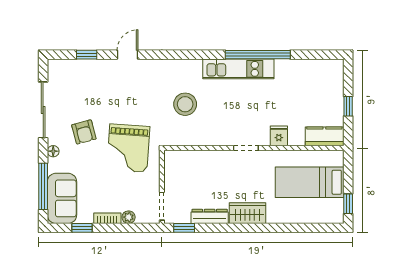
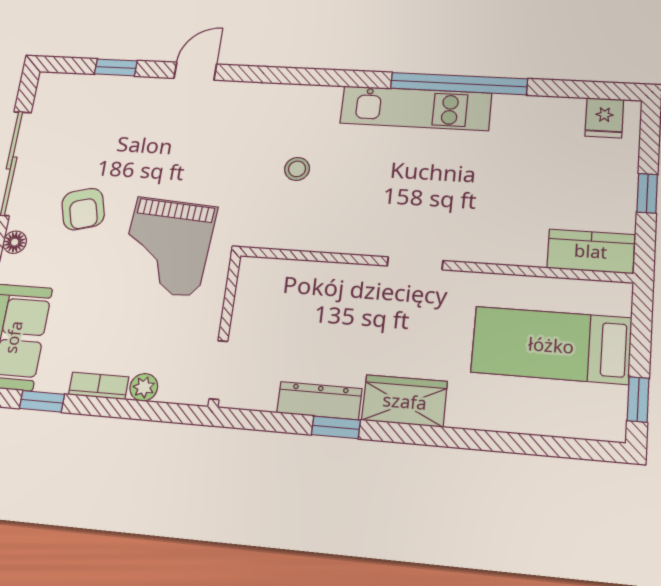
stool: (185, 104) -> (297, 169), width x0.53, depth x0.53
fridge: (279, 136) -> (604, 118), moved, turned 180
window: (184, 228) -> (336, 427), moved

